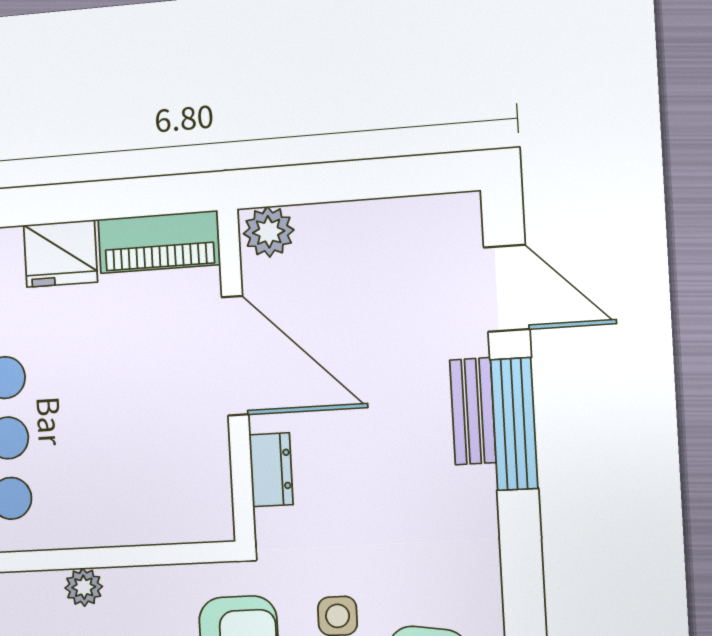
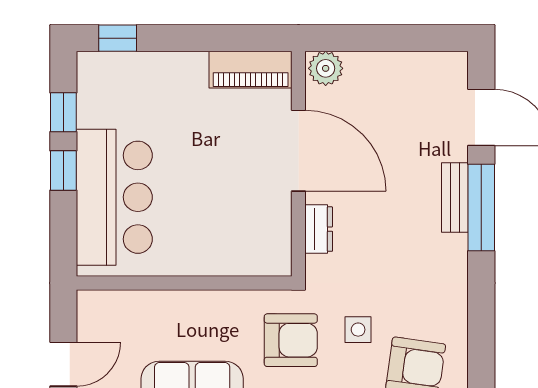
fridge: (61, 254) -> (182, 73), removed
plant: (84, 587) -> (186, 303), removed

